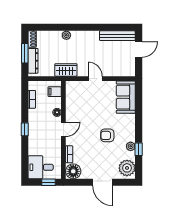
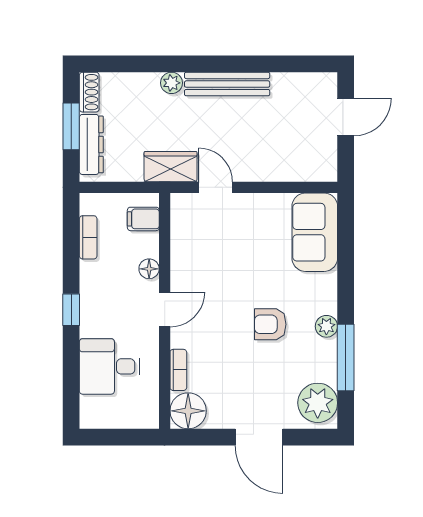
bench: (117, 36) -> (227, 84), moved
door: (95, 79) -> (216, 187), moved
plant: (131, 146) -> (326, 326), moved
window: (139, 149) -> (346, 358), width x2.17
desk: (41, 167) -> (109, 366), moved
window: (49, 182) -> (129, 437), removed

